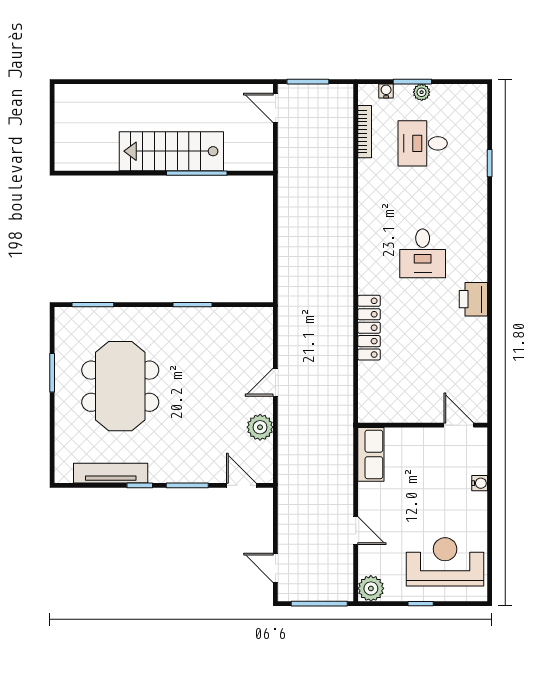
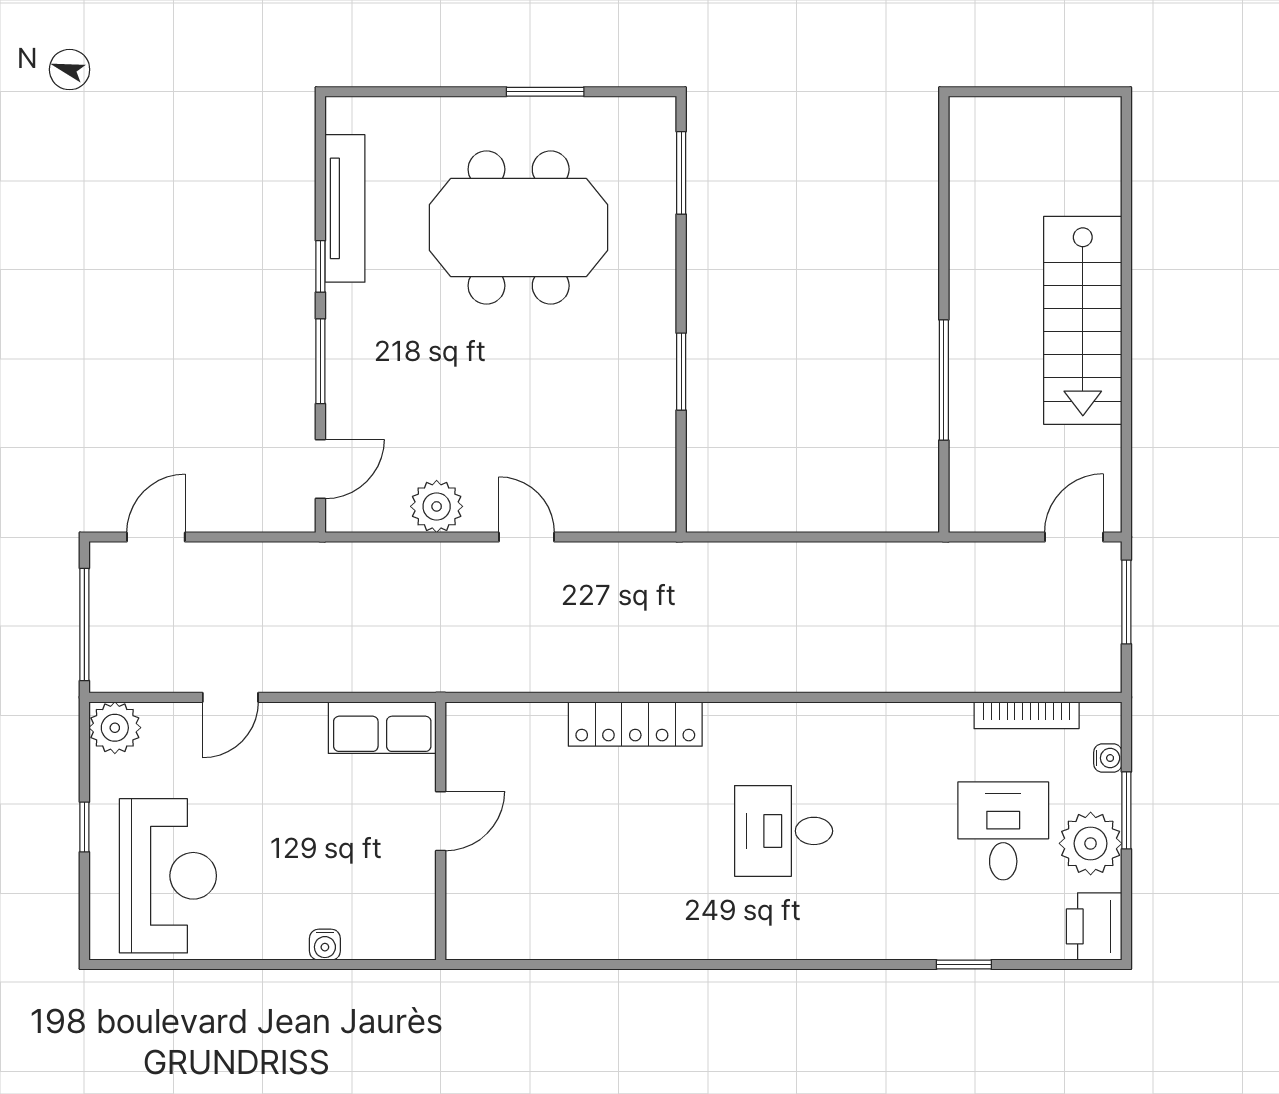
plant: (422, 92) -> (1091, 843), width x1.88, depth x1.88
stairs: (171, 151) -> (1083, 320), moved, turned 180
printer: (473, 299) -> (1094, 926), moved, turned -90
door: (459, 425) -> (441, 821), moved

